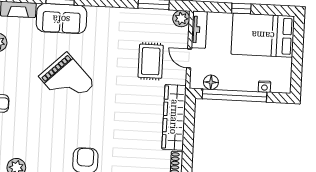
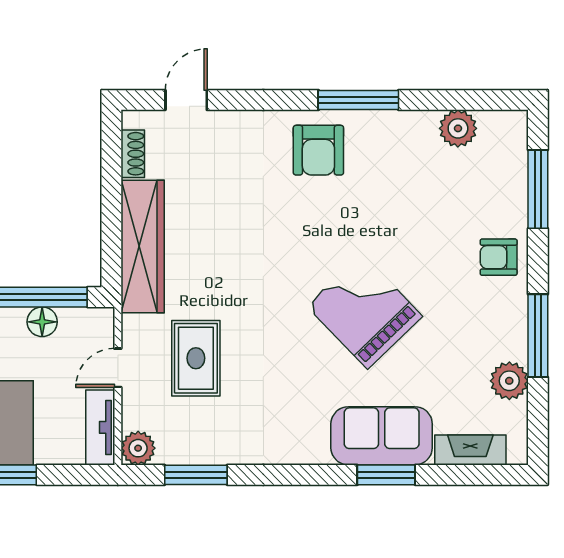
door: (189, 58) -> (118, 368), swing flipped
floor lamp: (211, 82) -> (42, 322), moved

